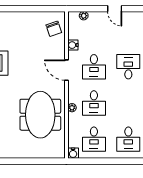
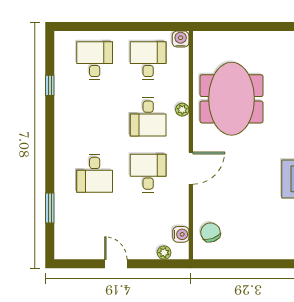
water cooler: (73, 45) -> (181, 234), moved
door: (66, 70) -> (191, 168), hinge flipped
desk: (94, 103) -> (148, 117), turned 180

